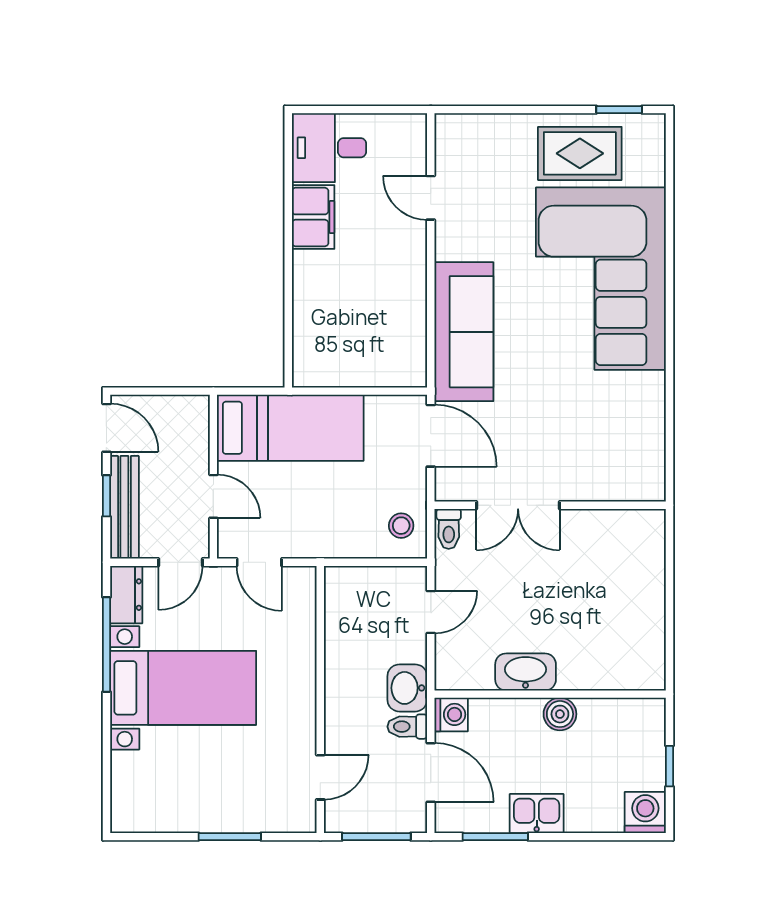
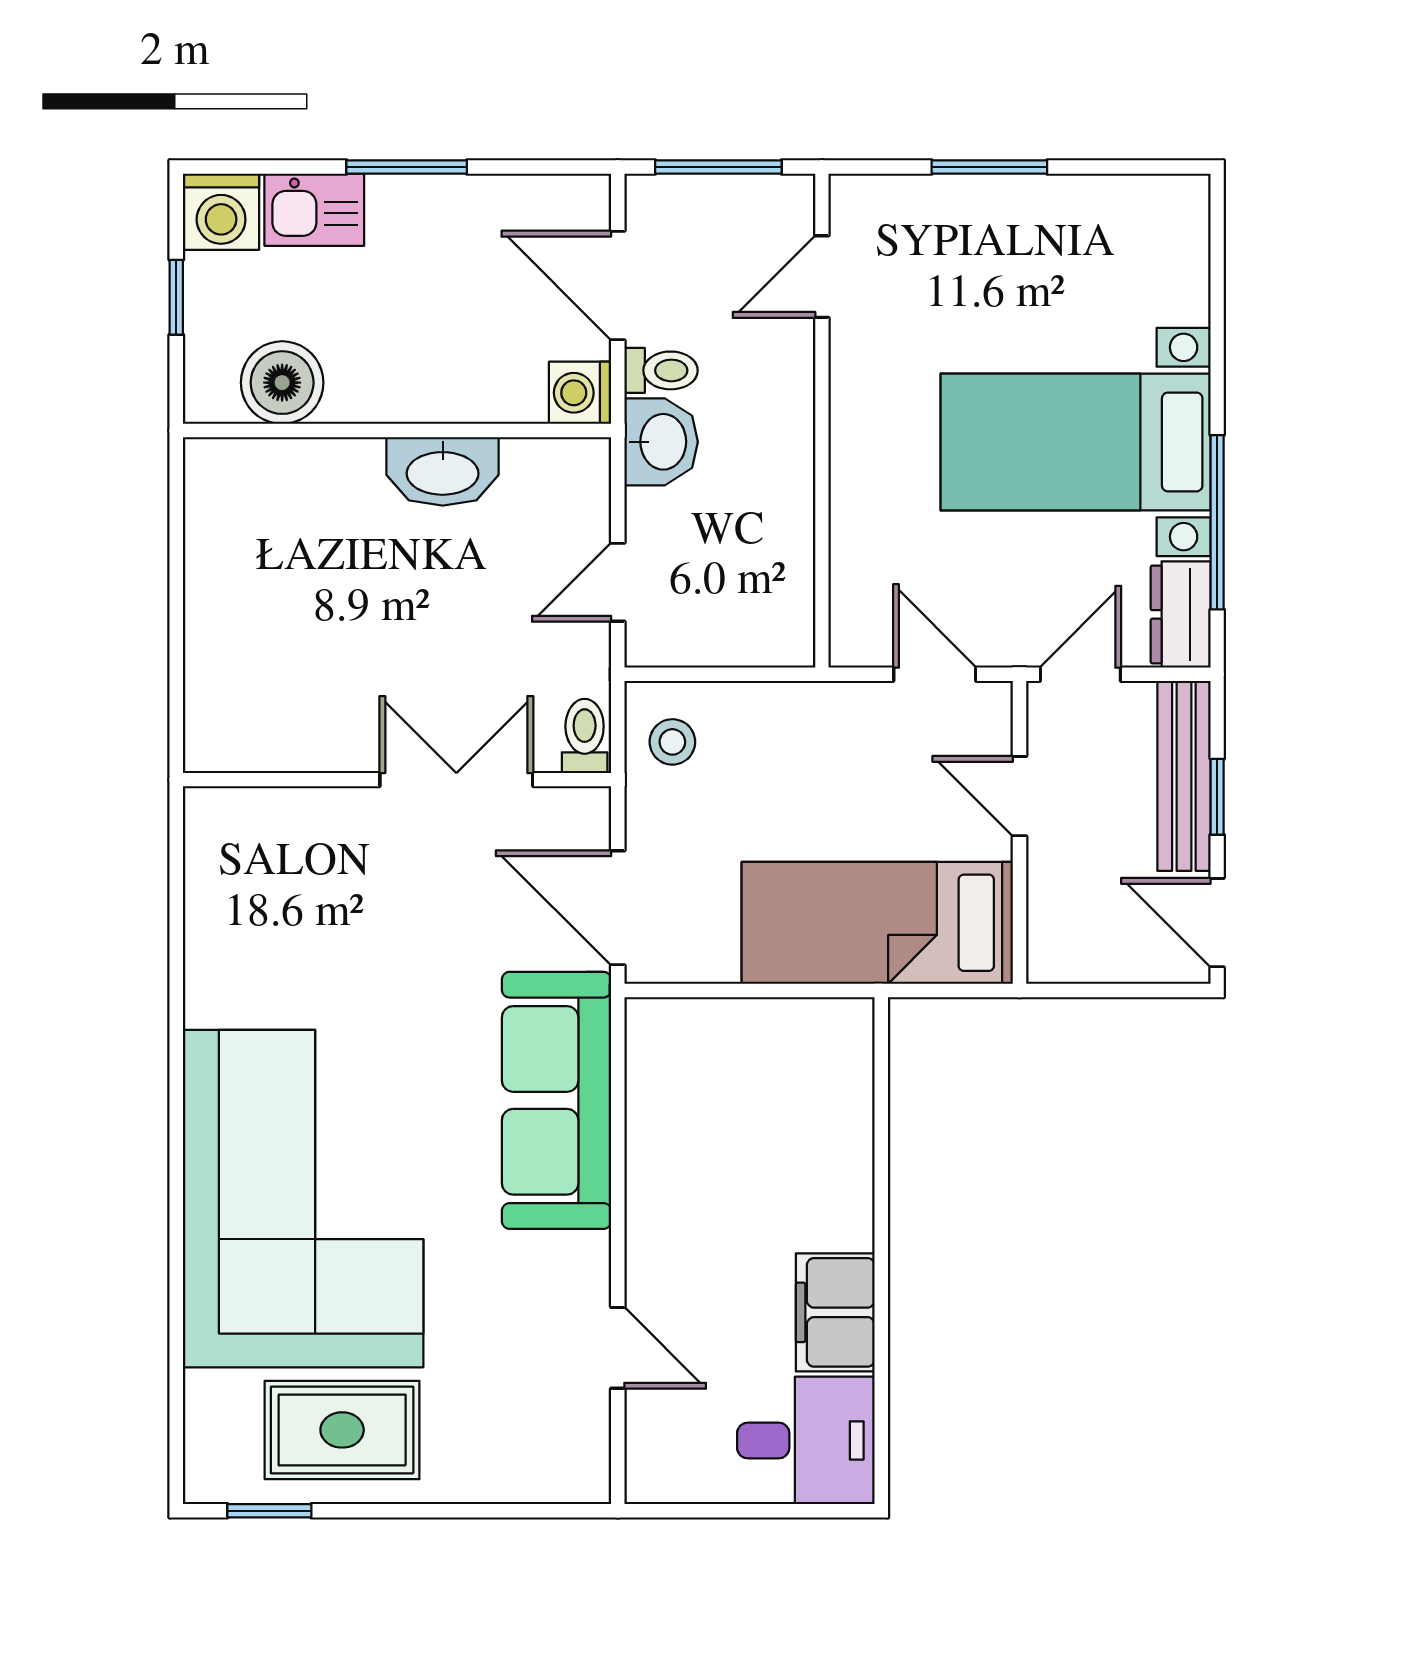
boiler: (560, 714) -> (282, 383), moved, width x1.36, depth x1.36
kitchen sink: (537, 813) -> (314, 210), moved
window: (495, 837) -> (407, 167), moved

